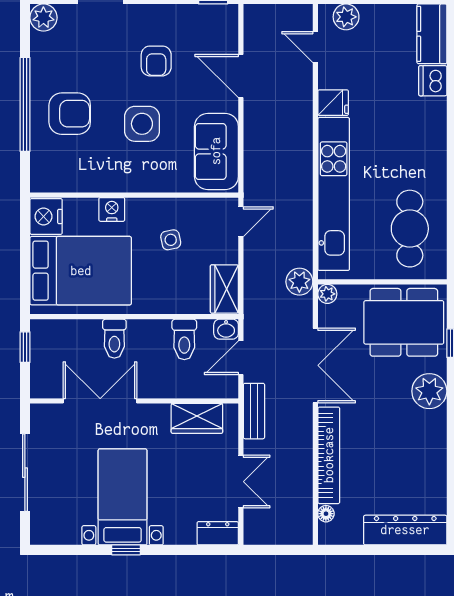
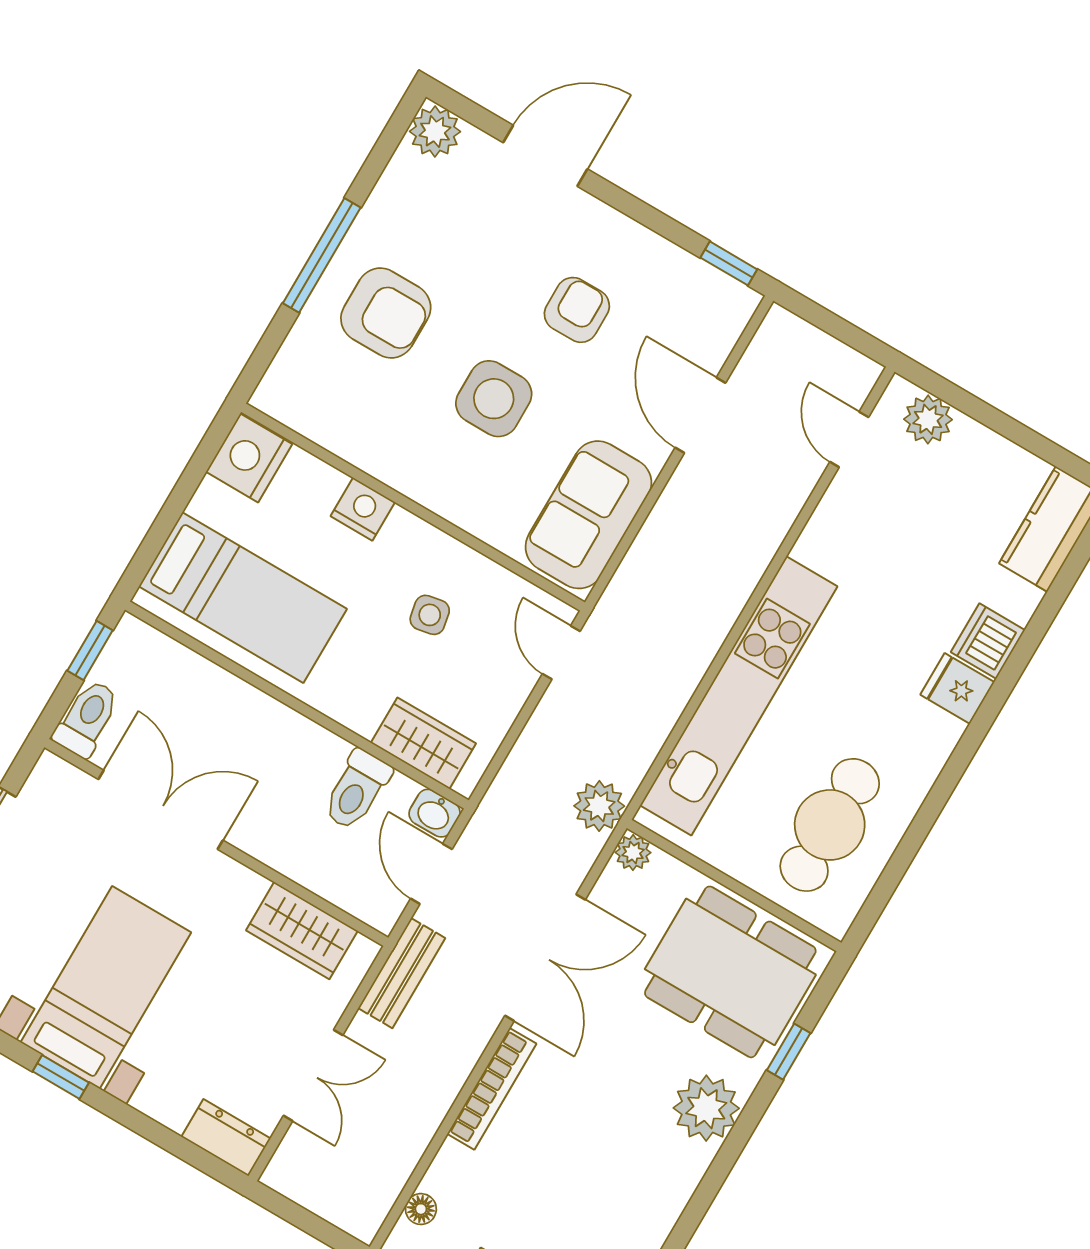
armchair: (156, 61) -> (577, 310), turned 180
dishwasher: (433, 81) -> (988, 641), moved
fridge: (333, 103) -> (957, 688), moved, turned 180
window: (25, 104) -> (322, 255), width x0.68
door: (241, 222) -> (561, 652), swing flipped
bed: (81, 271) -> (243, 598), width x0.67
wardrobe: (224, 289) -> (423, 743), moved, turned 90
toilet: (114, 339) -> (87, 718), moved, turned 180
door: (241, 358) -> (431, 874), hinge flipped
bookcase: (329, 455) -> (492, 1089), width x0.68, depth x0.76

